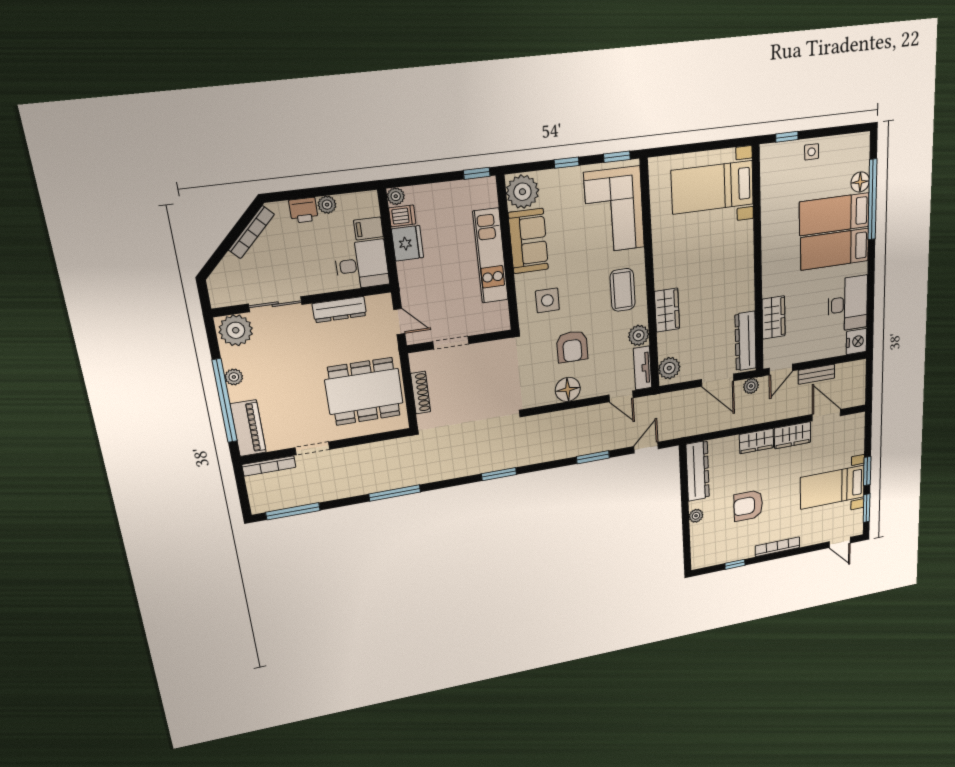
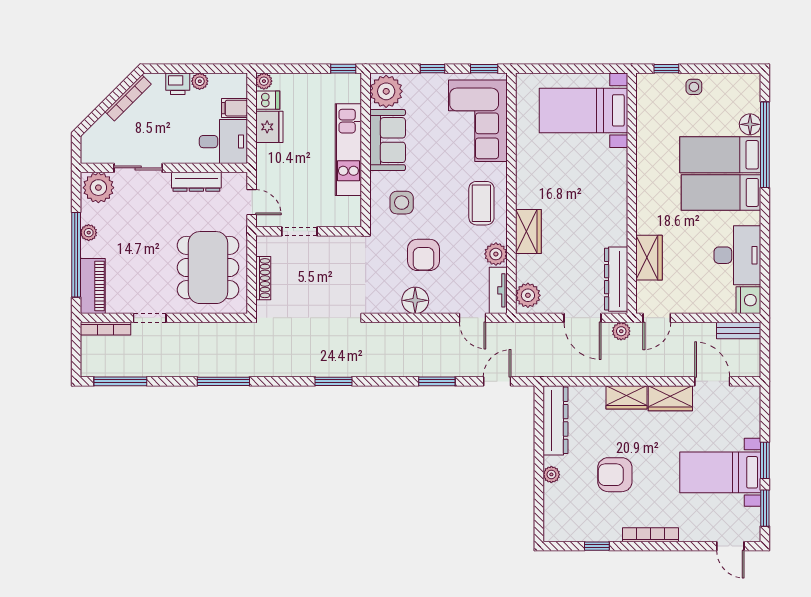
bench: (816, 374) -> (739, 331), moved
dining table: (364, 391) -> (208, 268), turned 90

